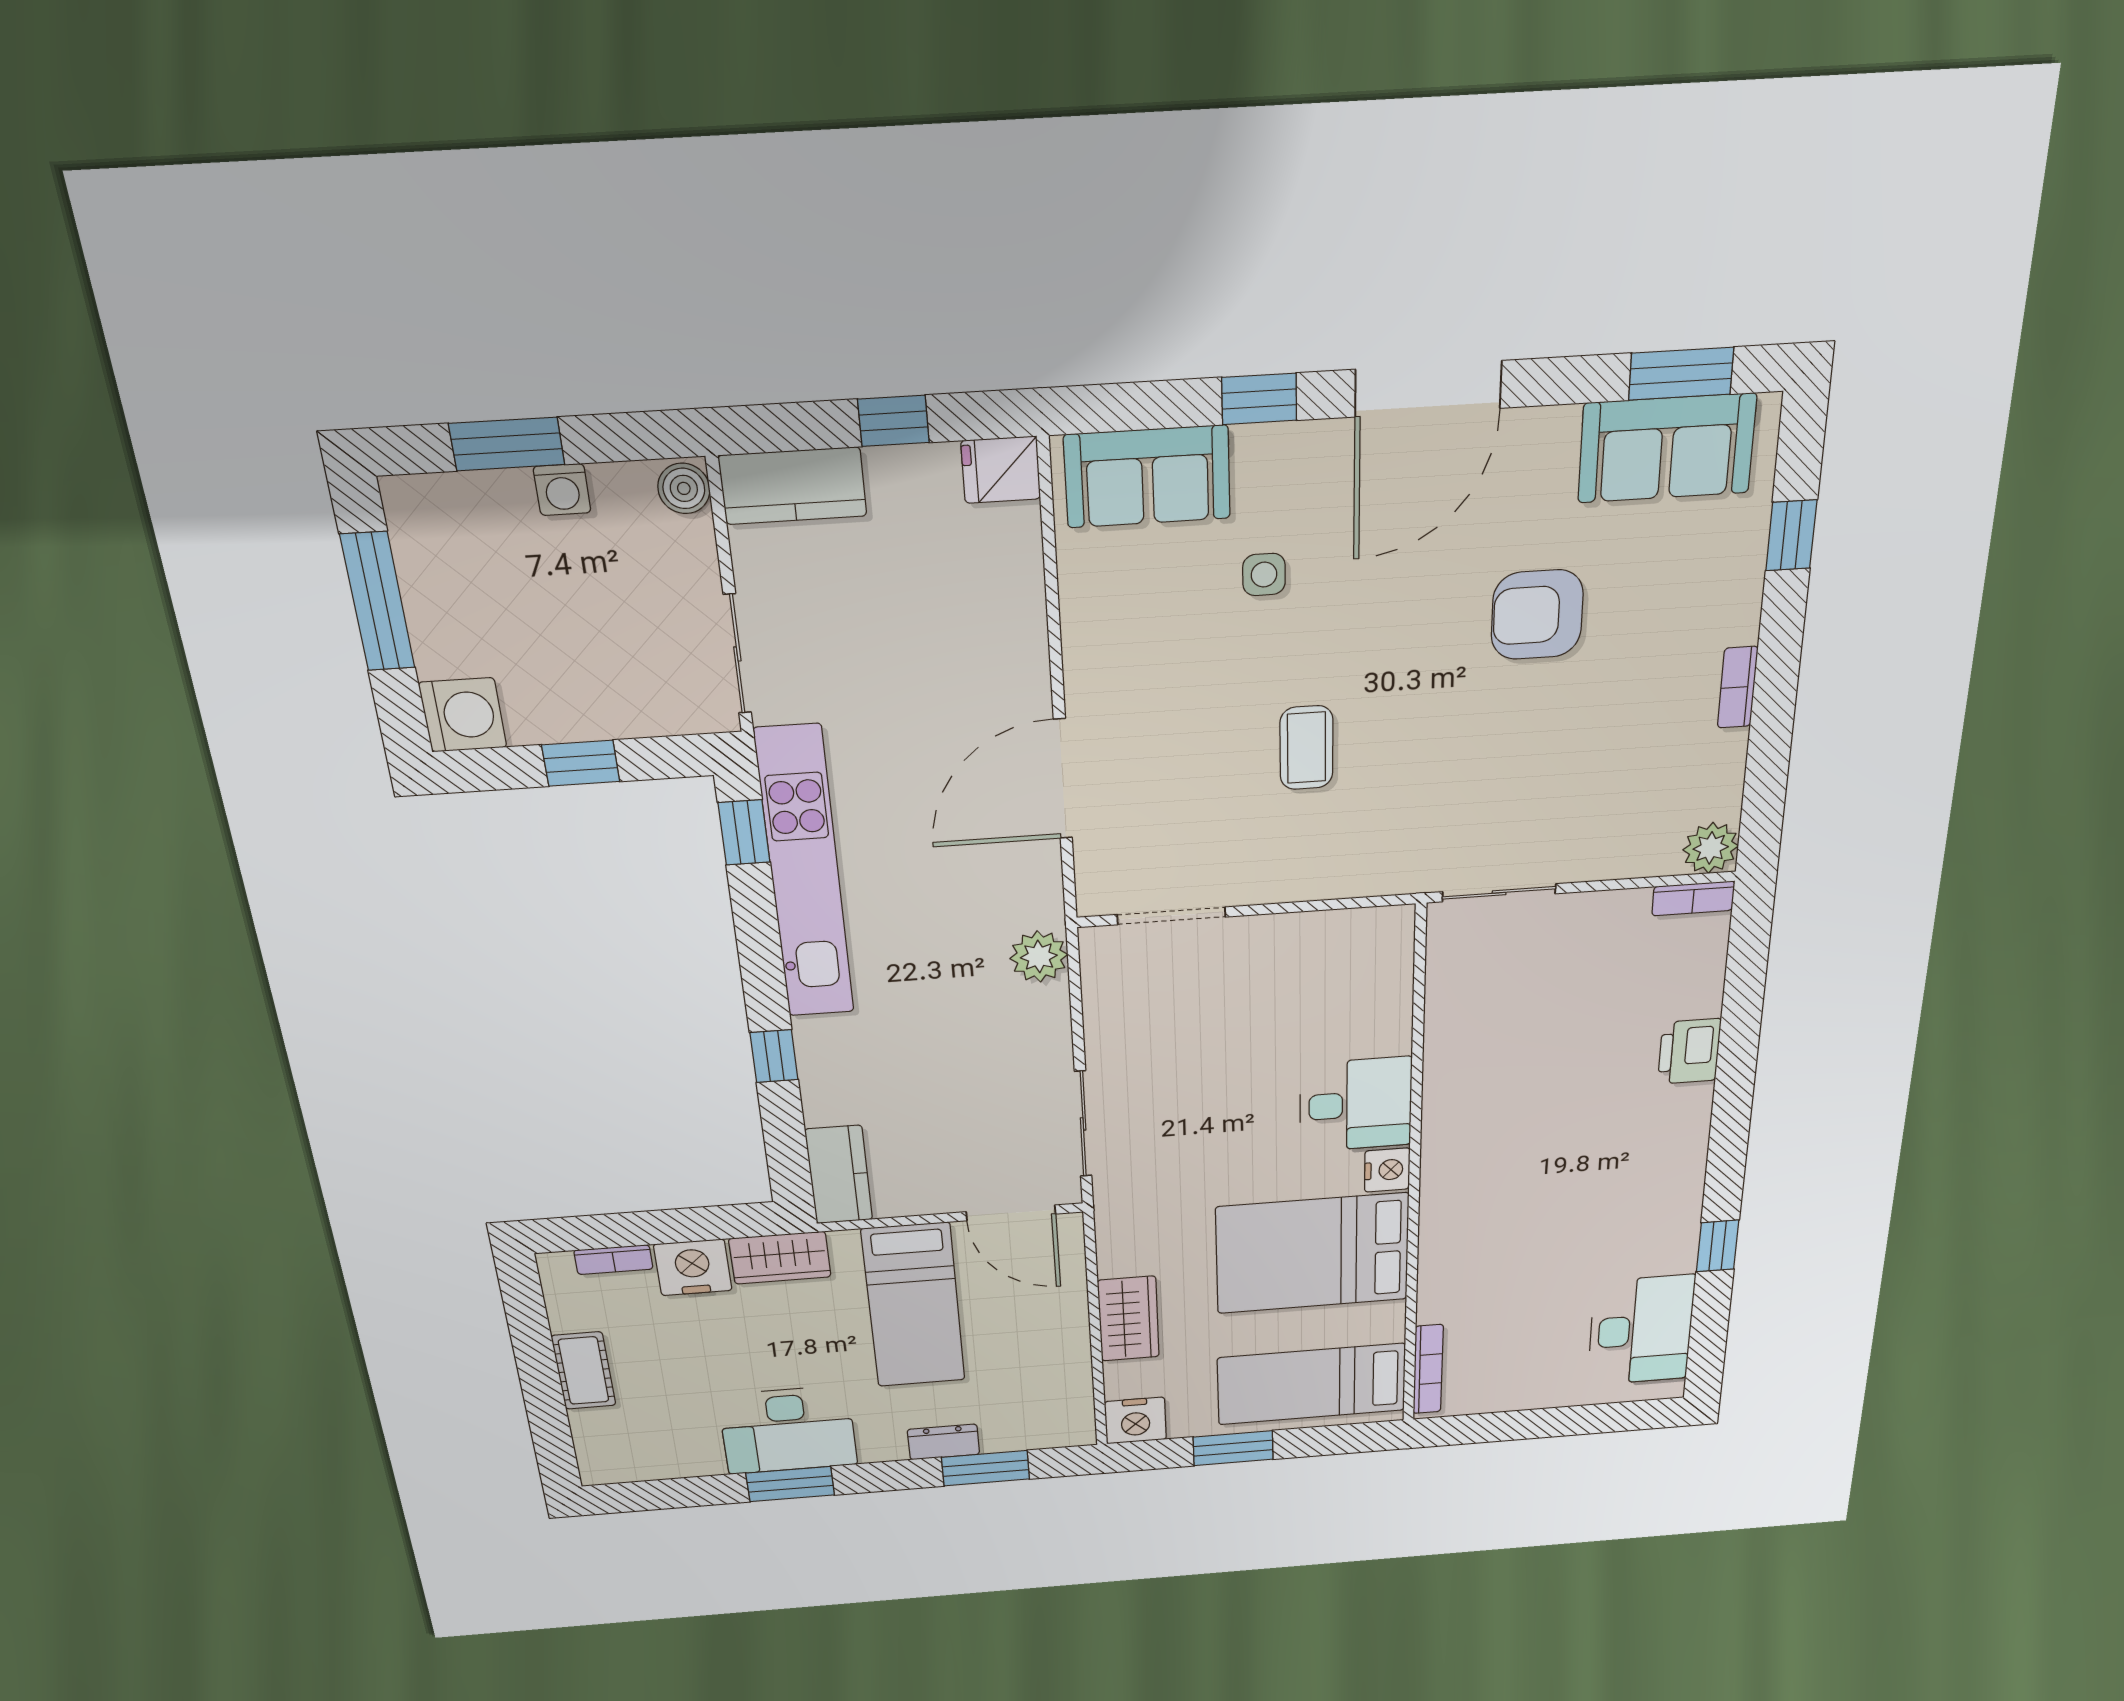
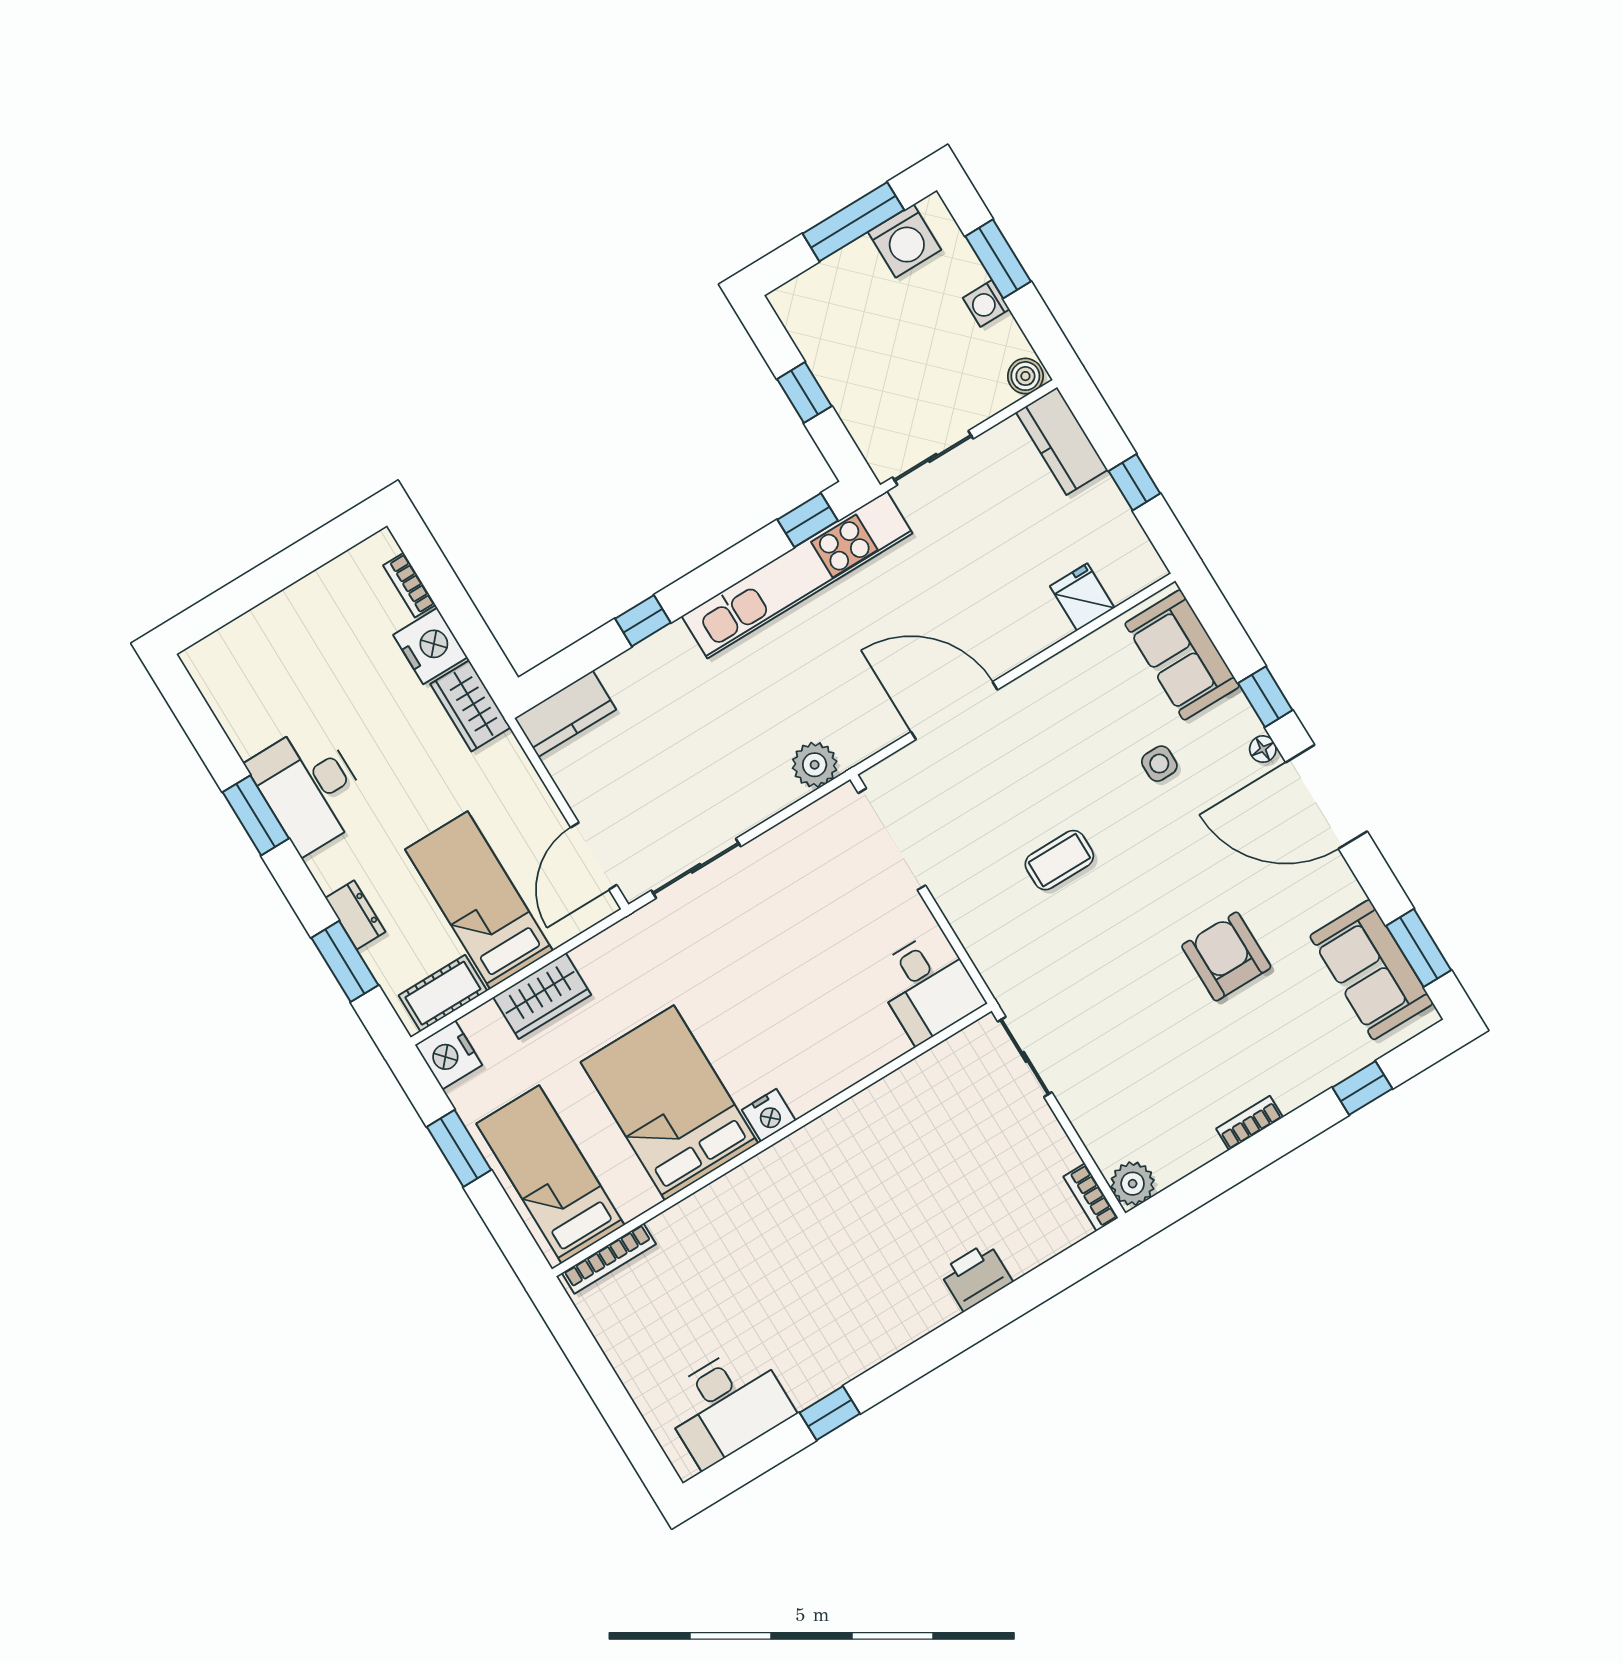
floor lamp: (1322, 438) -> (1263, 749), added
fridge: (1001, 470) -> (1082, 597), moved
washing machine: (463, 715) -> (905, 241), moved
doorway: (1171, 916) -> (892, 839), width x1.36
desk: (1356, 1105) -> (928, 987), moved
bed: (914, 1306) -> (479, 900), moved, turned 90
cot: (584, 1371) -> (443, 993), moved

